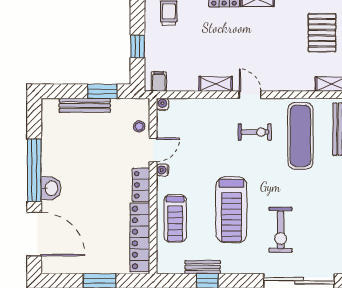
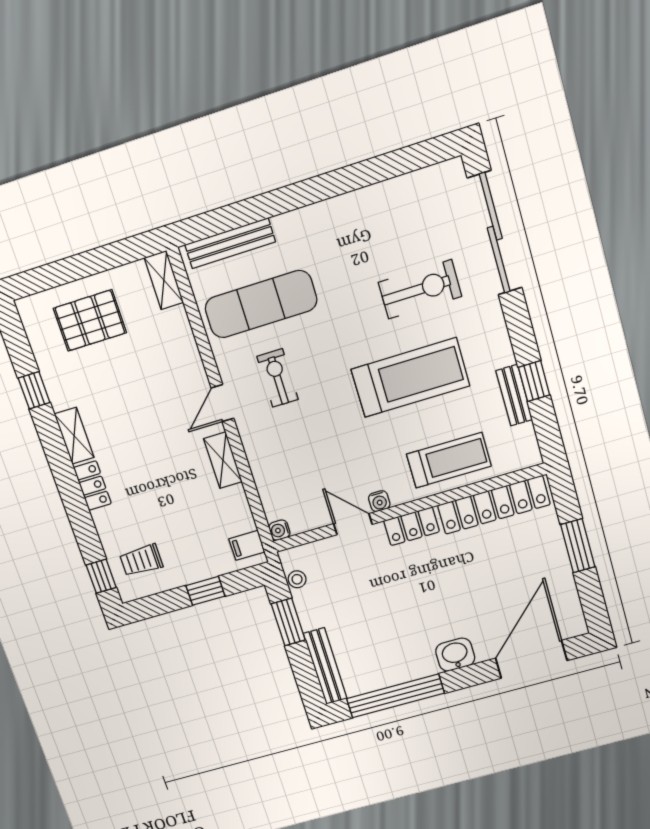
bench: (85, 105) -> (325, 666), moved
stool: (139, 126) -> (297, 579), moved
window: (34, 170) -> (395, 696), moved

